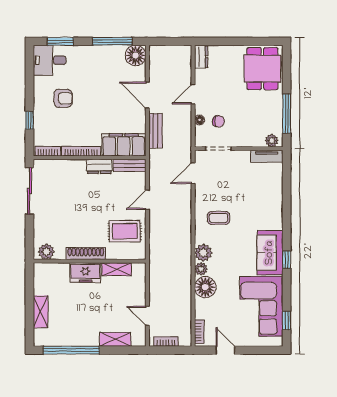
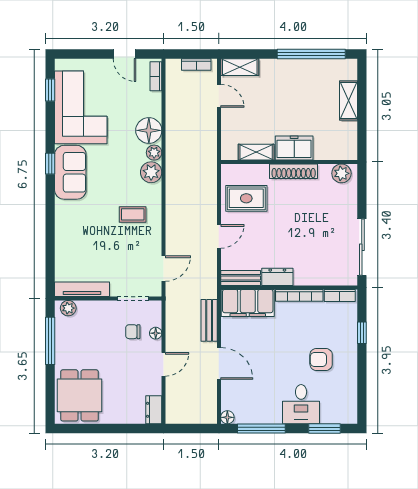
floor lamp: (136, 55) -> (227, 417), width x0.53, depth x0.53
desk: (50, 60) -> (301, 404), moved, turned 90
tv unit: (267, 156) -> (82, 289), width x1.41
shelving: (115, 339) -> (240, 67), moved

